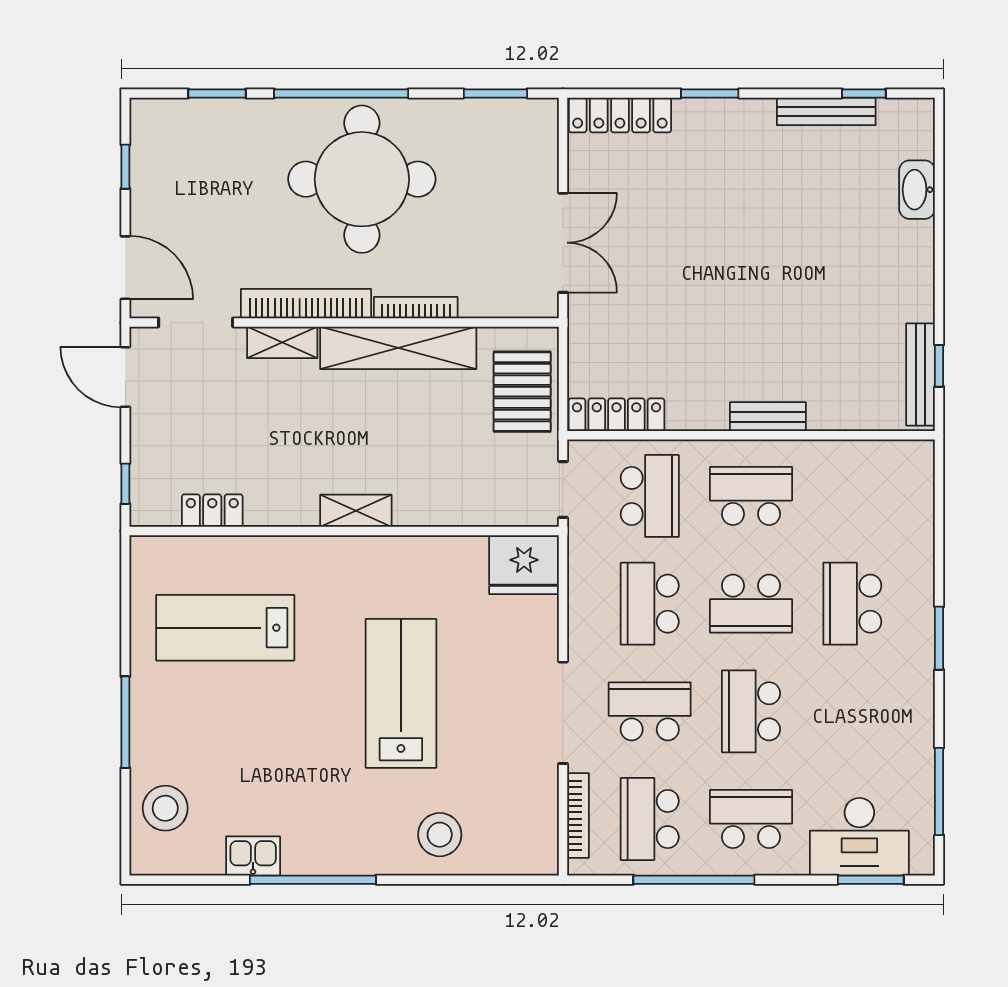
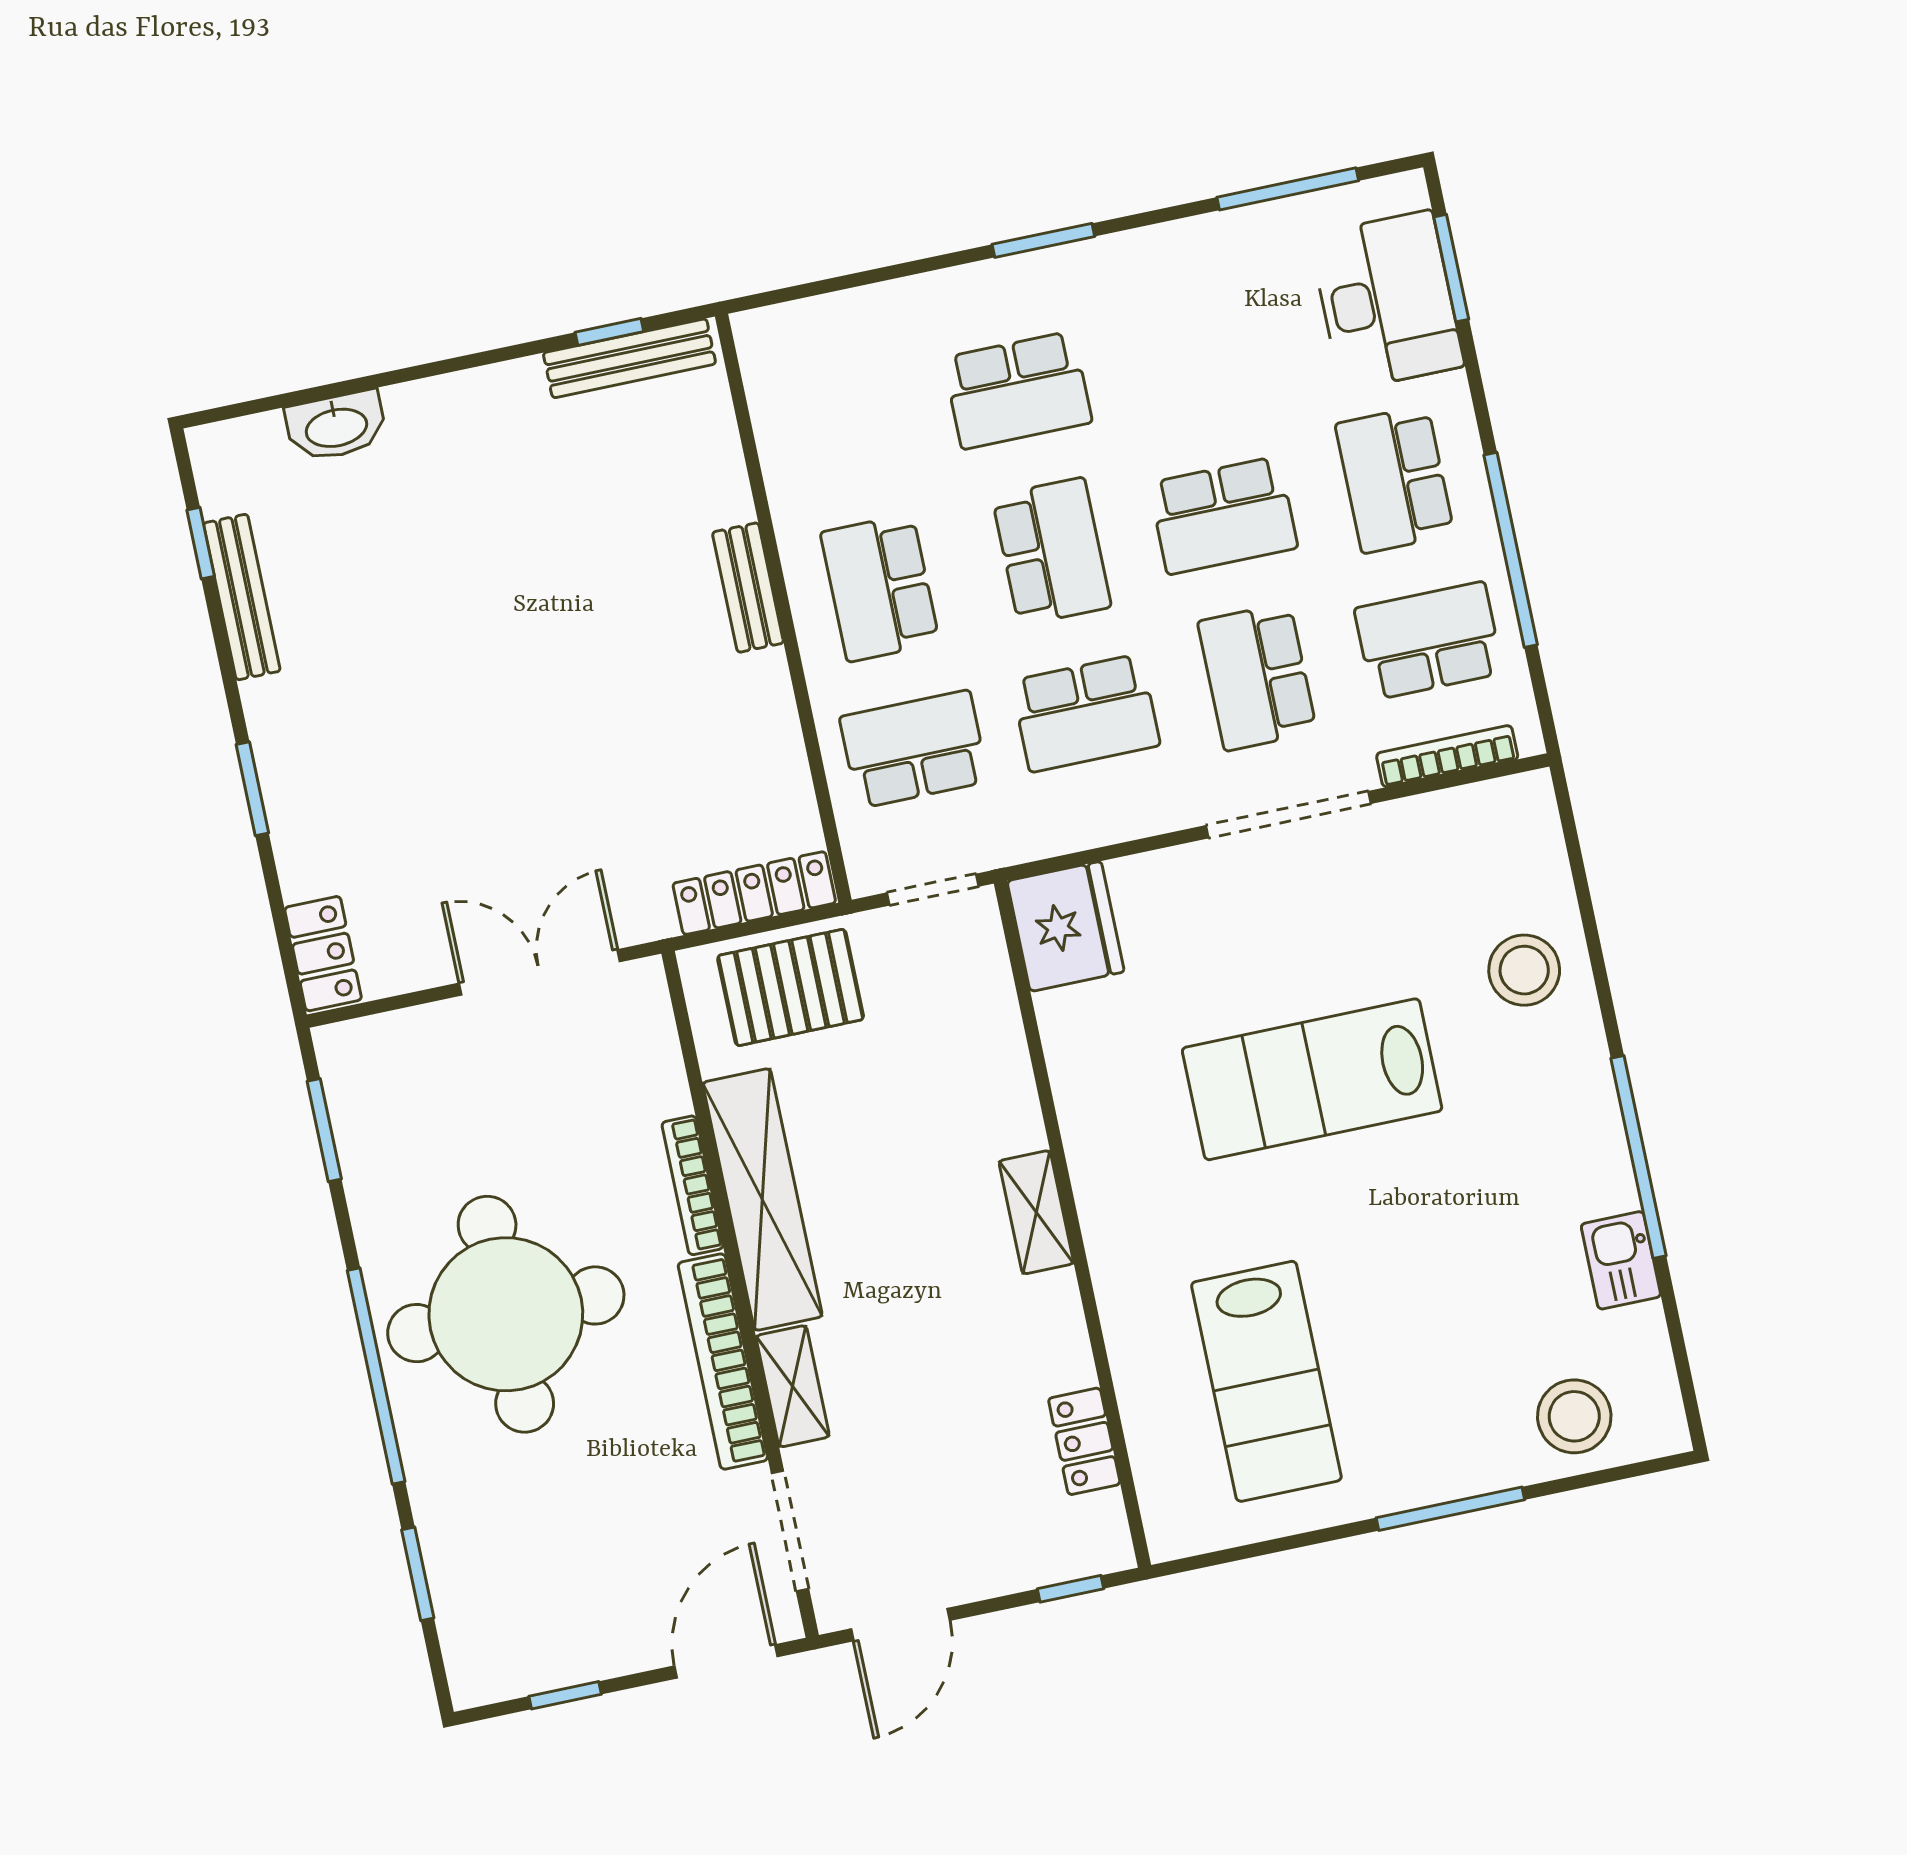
locker: (620, 115) -> (323, 954), width x0.66
locker: (616, 415) -> (754, 893), moved, turned 90
school desk: (650, 819) -> (1429, 641), turned 180

